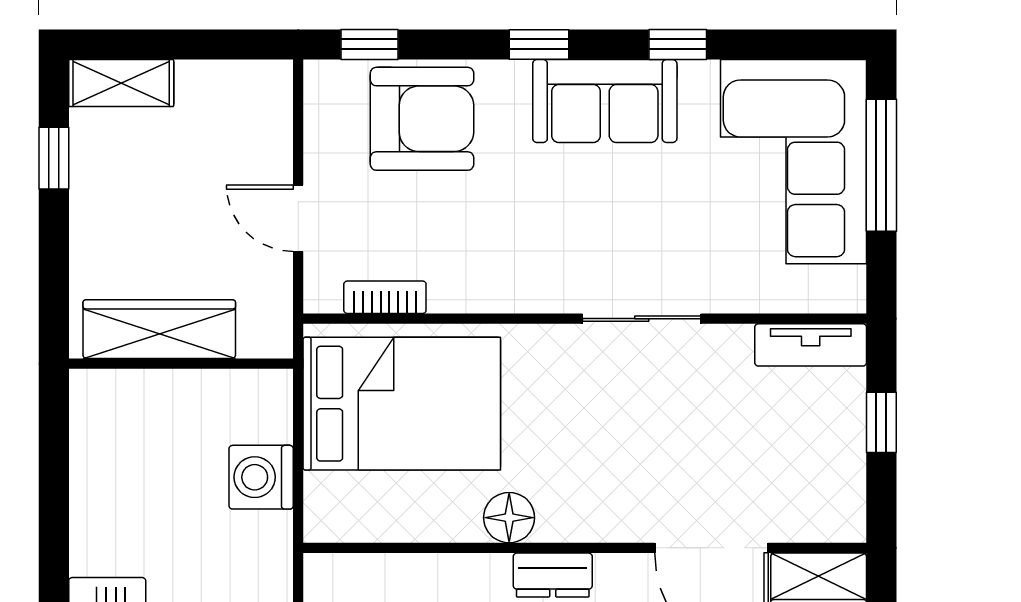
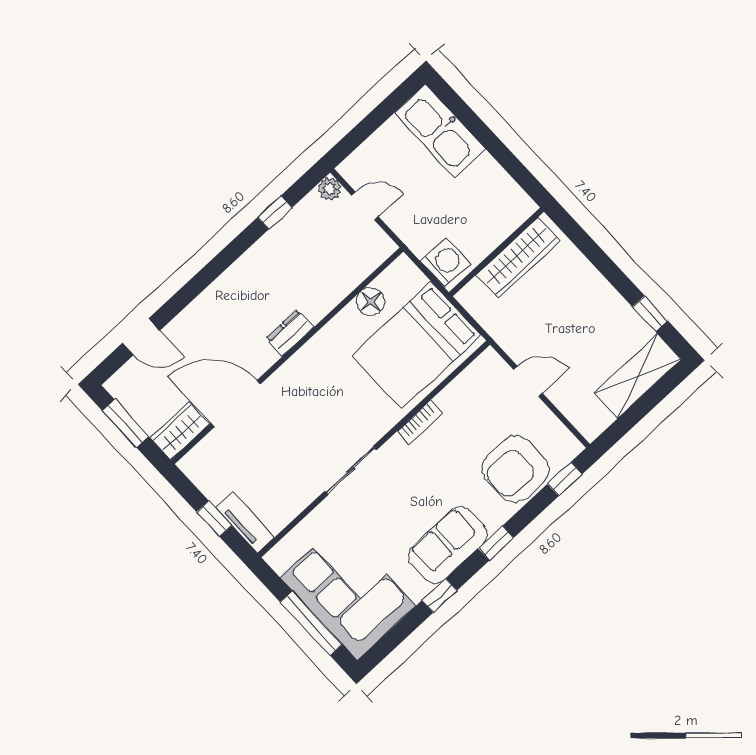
shelving: (121, 83) -> (637, 376), width x1.50, depth x1.33
bookcase: (385, 297) -> (420, 422), moved
wardrobe: (159, 329) -> (518, 258), moved
tv unit: (811, 345) -> (245, 523), moved, turned 90
wall: (181, 364) -> (496, 252), moved
floor lamp: (509, 518) -> (370, 301), moved

